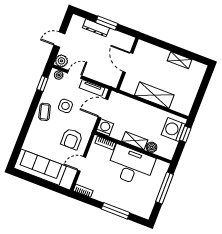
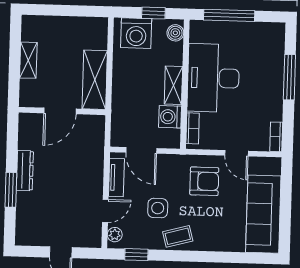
dresser: (96, 28) -> (25, 171), moved
plant: (61, 61) -> (92, 238), removed
door: (128, 62) -> (60, 111), moved
wall: (127, 64) -> (62, 111), moved
door: (75, 74) -> (105, 211), swing flipped
washing machine: (105, 127) -> (170, 117), moved
window: (185, 134) -> (153, 13), moved
boiler: (152, 147) -> (175, 33), moved

